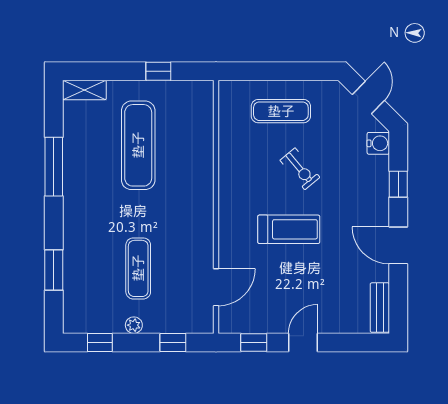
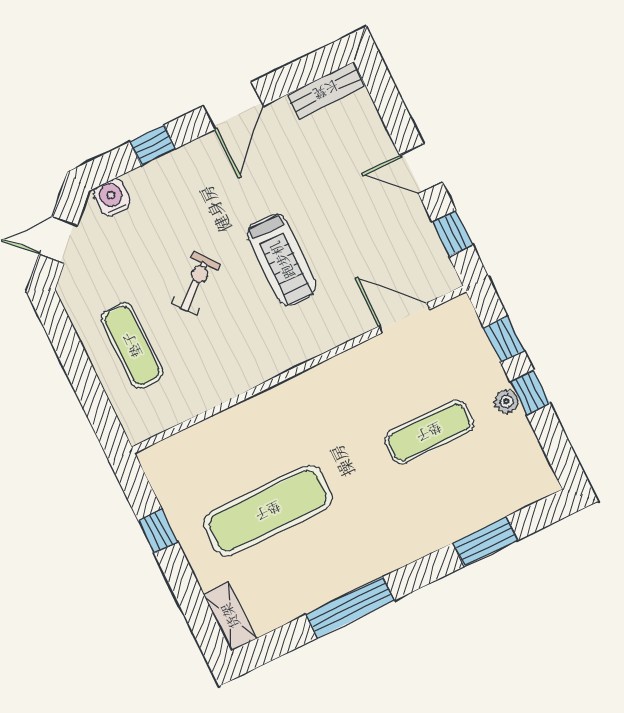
treadmill: (289, 229) -> (282, 260), turned 180
window: (100, 342) -> (530, 393), moved

